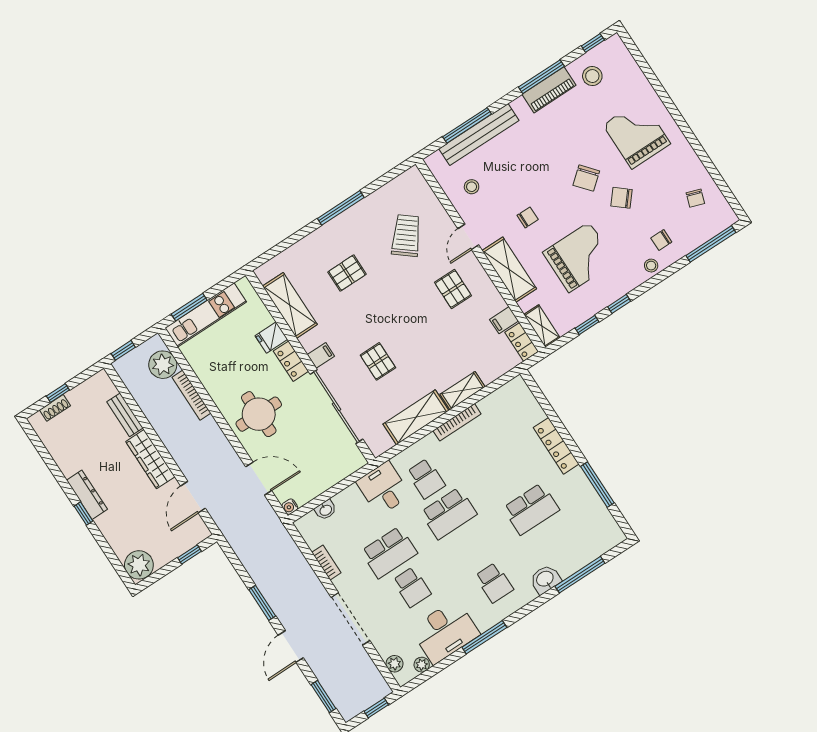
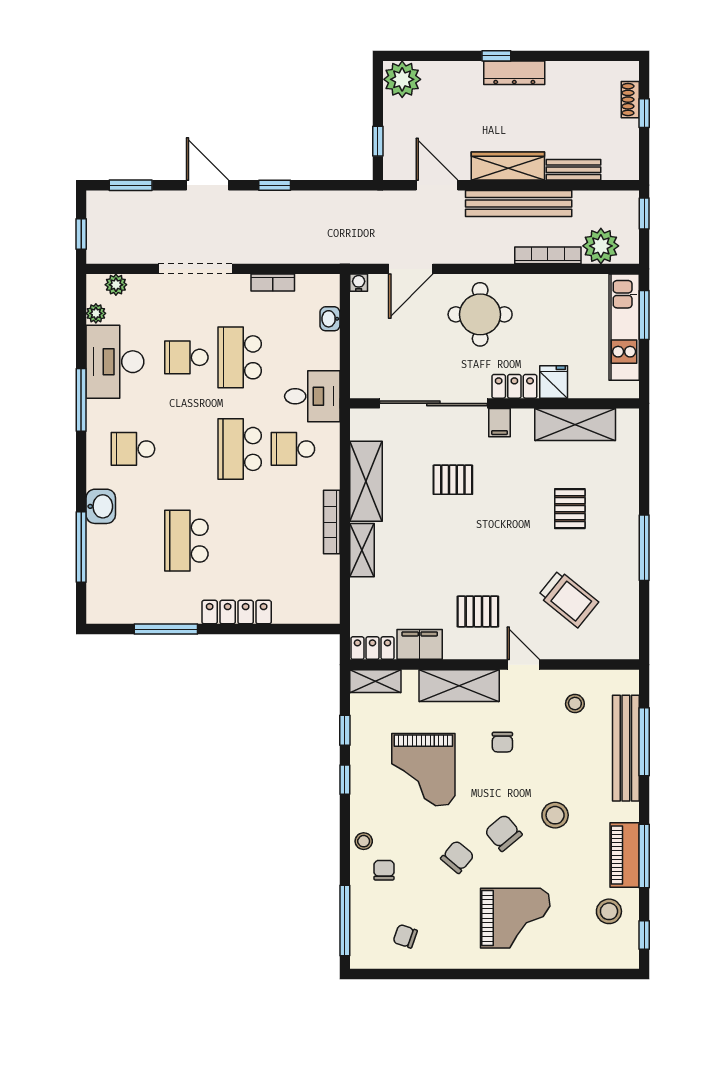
stool: (553, 152) -> (555, 815), added
filing cabinet: (504, 320) -> (420, 644), width x2.00
bench: (170, 436) -> (519, 203), added
window: (262, 603) -> (275, 185), width x0.67

